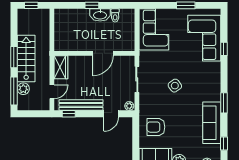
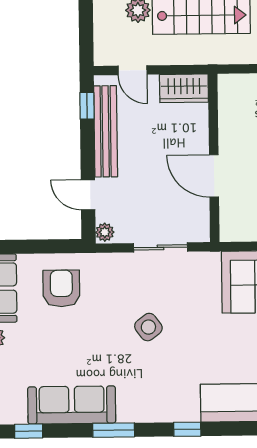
window: (224, 49) -> (187, 429), moved

